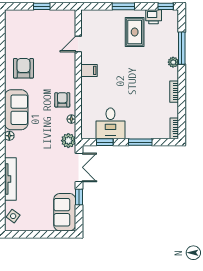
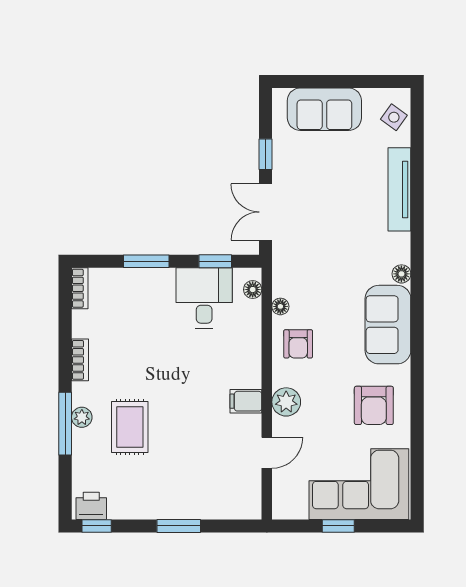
printer: (154, 17) -> (91, 506), moved
corner sofa: (31, 28) -> (359, 484), added
rug: (135, 32) -> (130, 427), moved
window: (182, 48) -> (65, 424), moved
floor lamp: (86, 128) -> (253, 290), added
plant: (68, 141) -> (286, 402), moved
sofa: (65, 212) -> (324, 109), moved, turned 90

